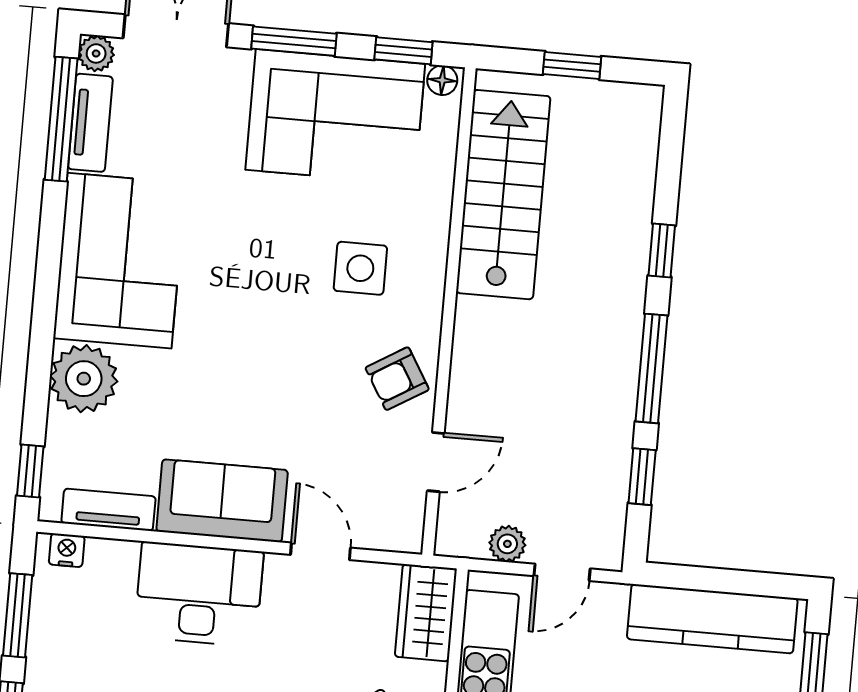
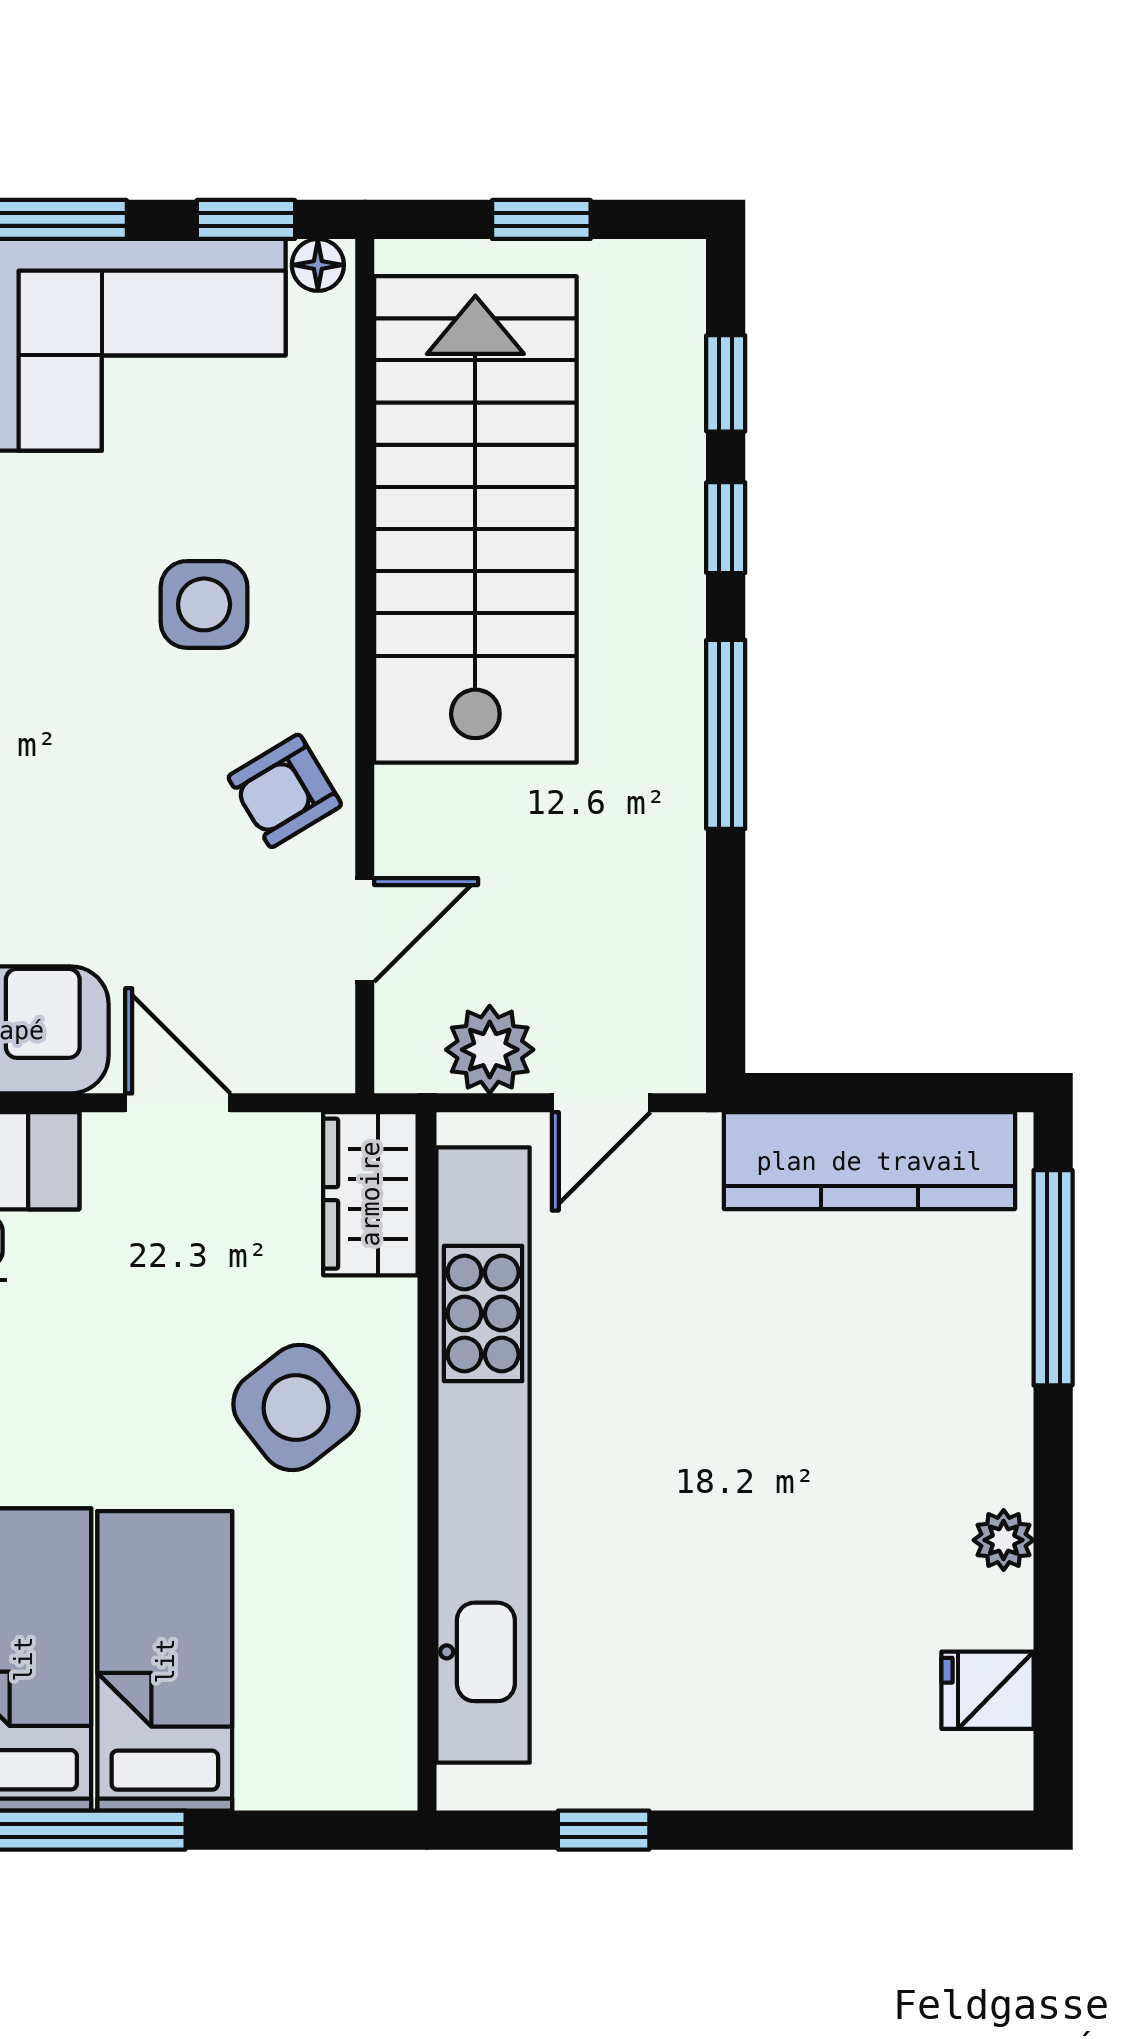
stairs: (503, 195) -> (475, 519), width x1.36, depth x1.51
window: (642, 477) -> (726, 383), moved
plant: (507, 544) -> (490, 1050), width x1.38, depth x1.38

